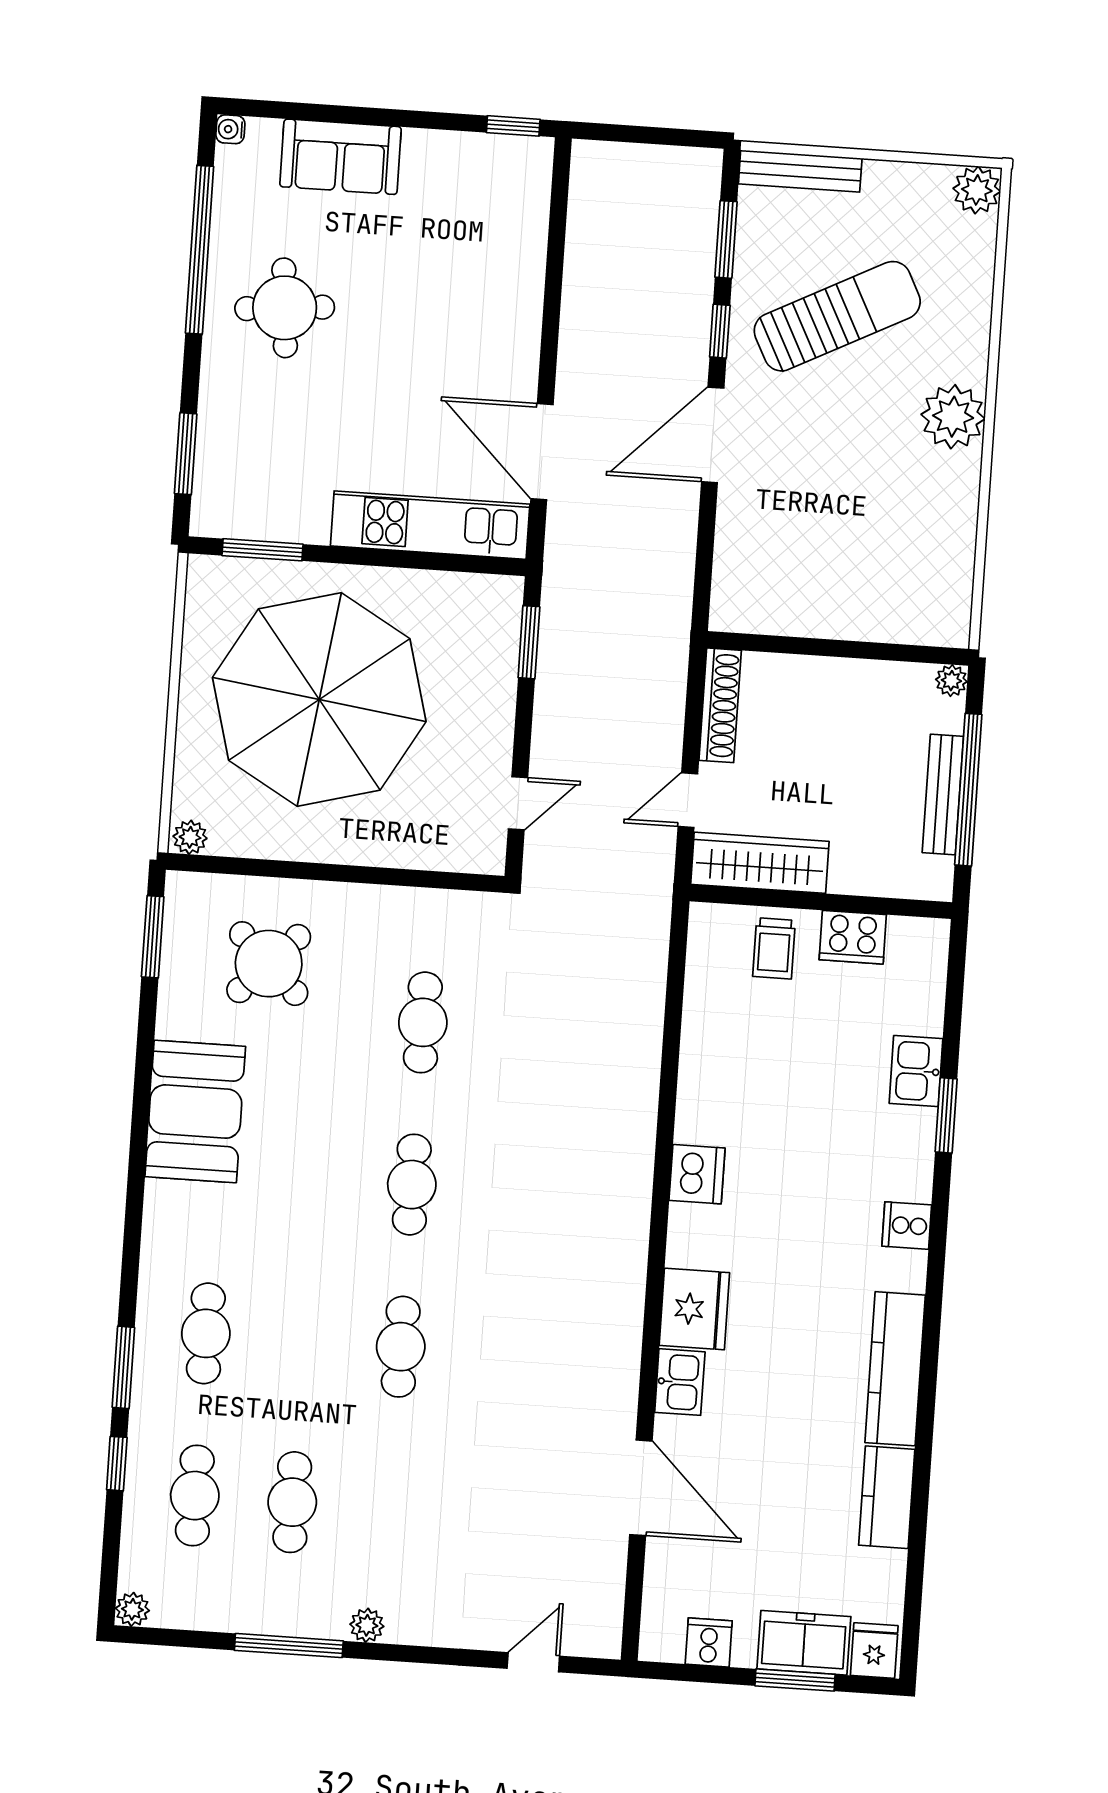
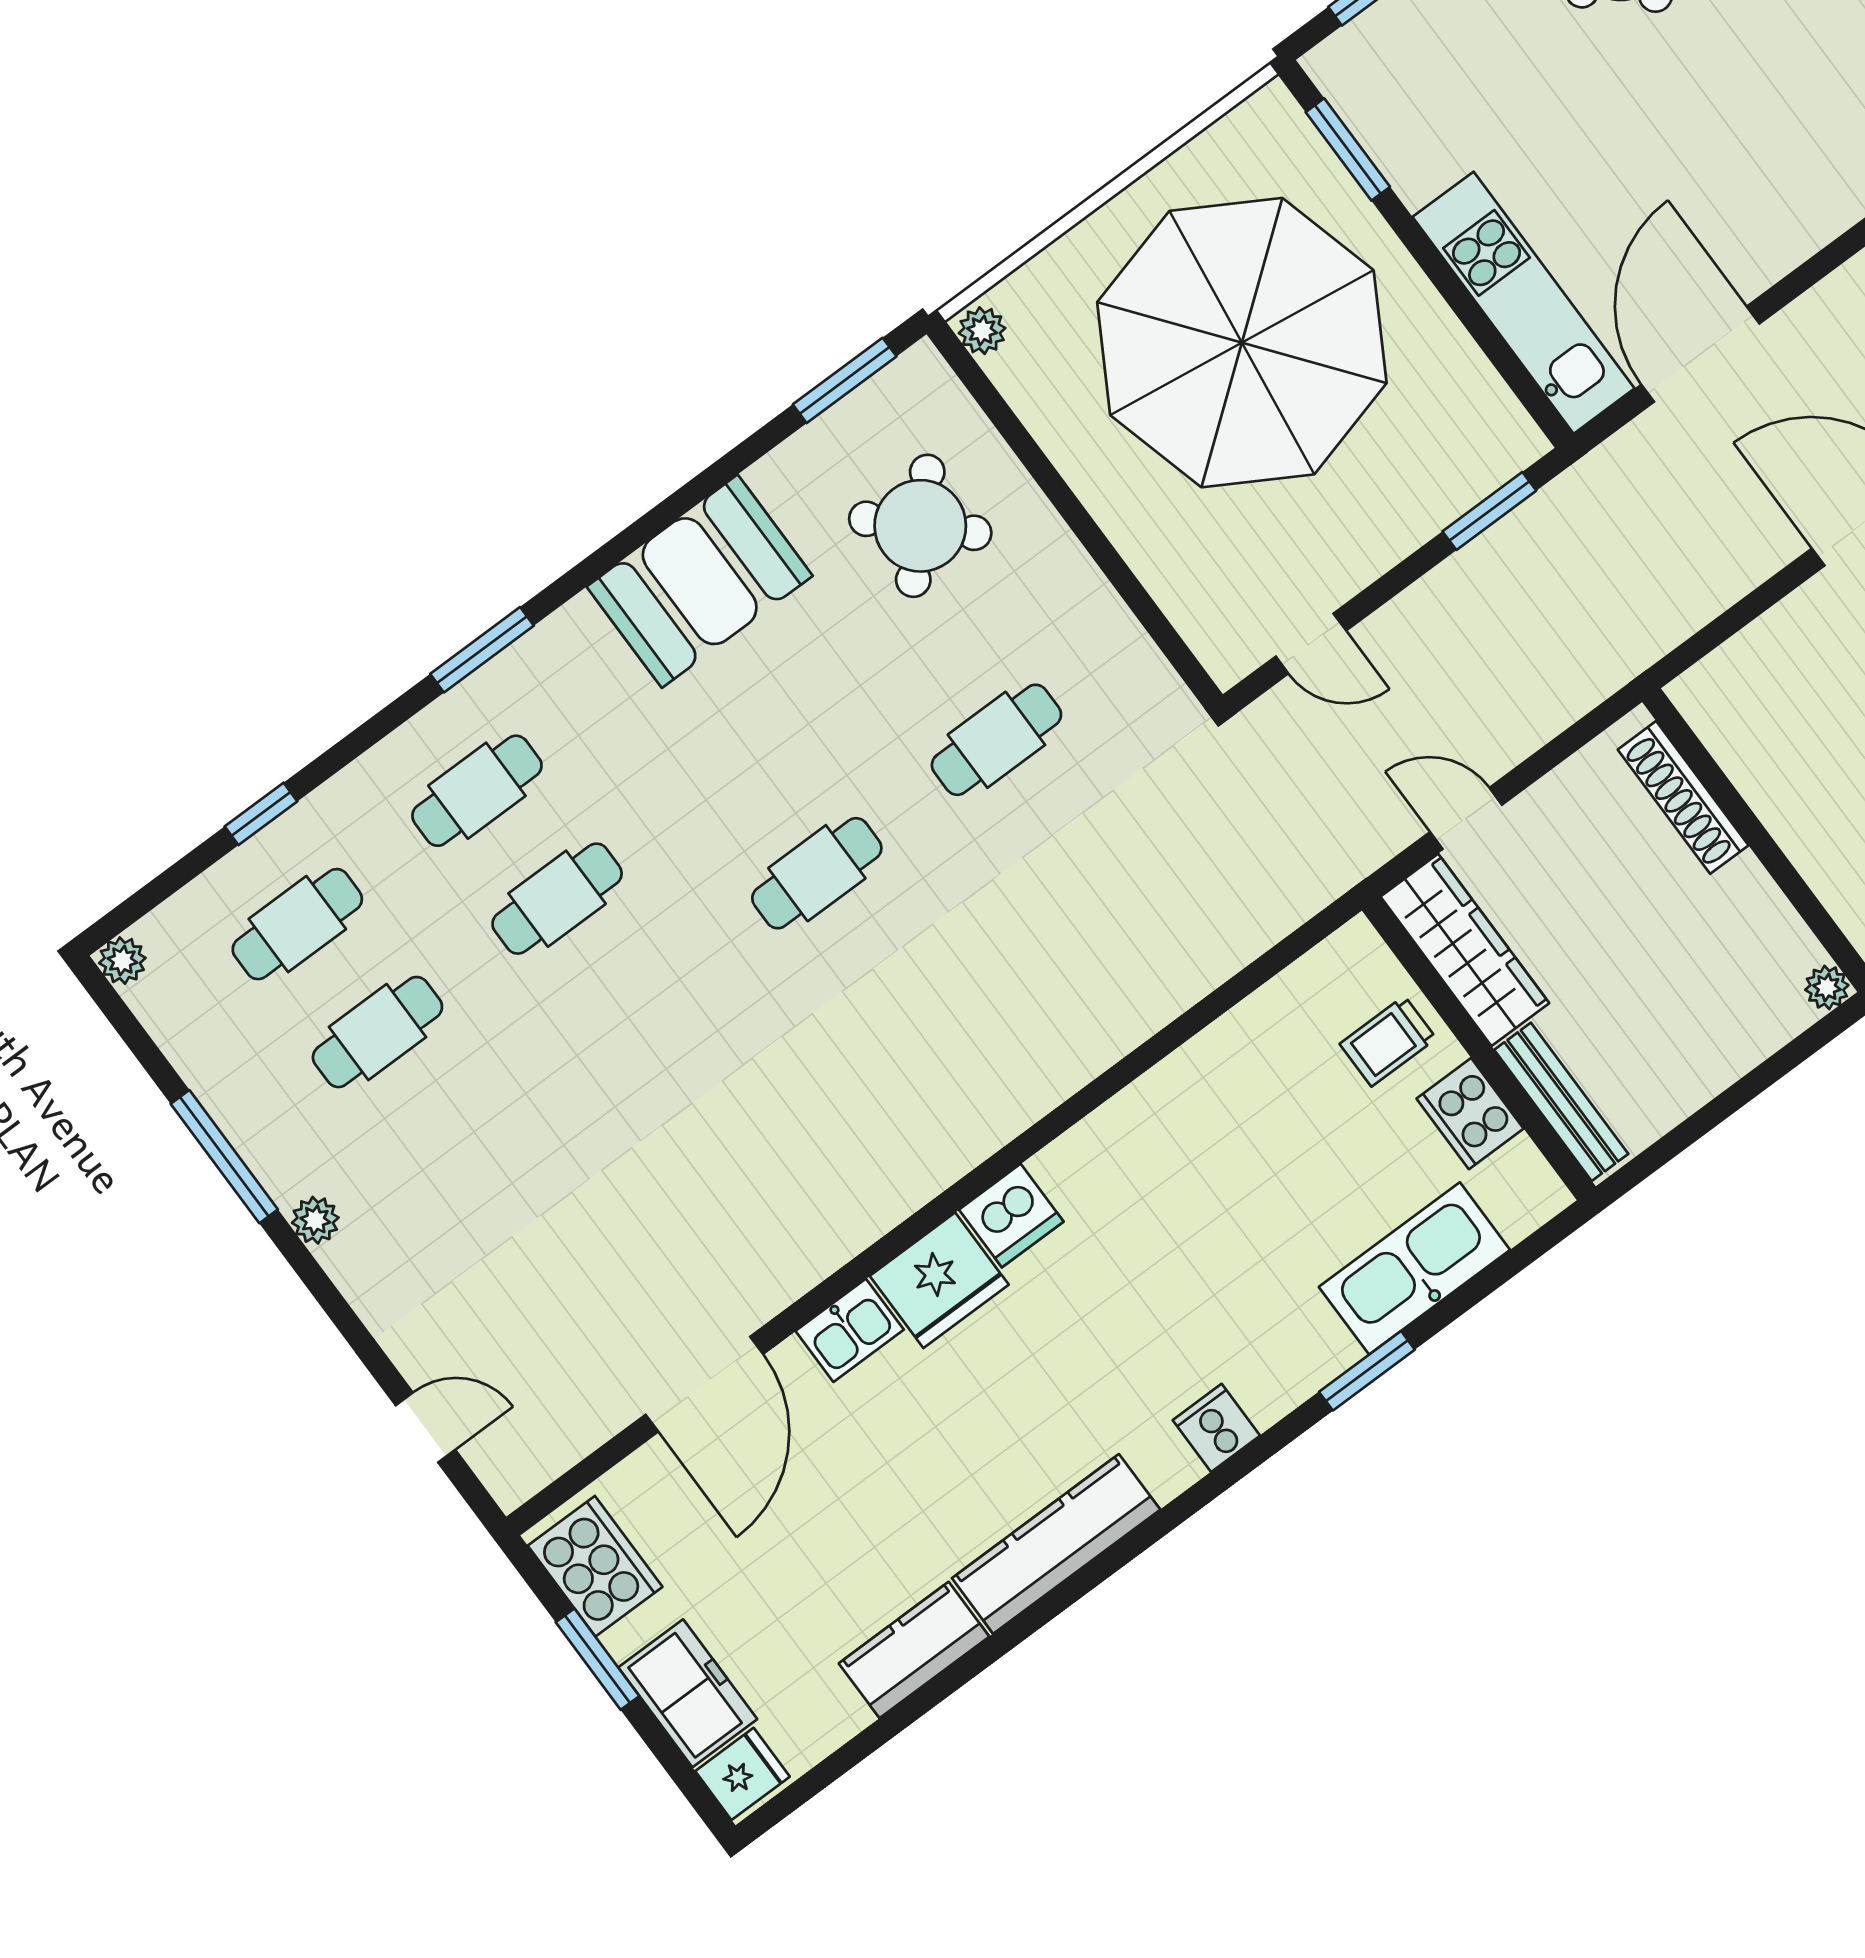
shoe rack: (720, 705) -> (1683, 797), moved, turned 90
window: (968, 790) -> (1728, 1103), removed
bench: (943, 795) -> (1561, 1102), moved, turned 90
kitchen sink: (916, 1071) -> (1414, 1268), width x1.88, depth x1.24
dishwasher: (697, 1174) -> (1011, 1216), moved
cafe table: (401, 1347) -> (557, 899), moved
window: (123, 1367) -> (482, 650), moved
cooker: (709, 1642) -> (595, 1566), width x1.87, depth x1.31
window: (795, 1680) -> (598, 1659), moved

